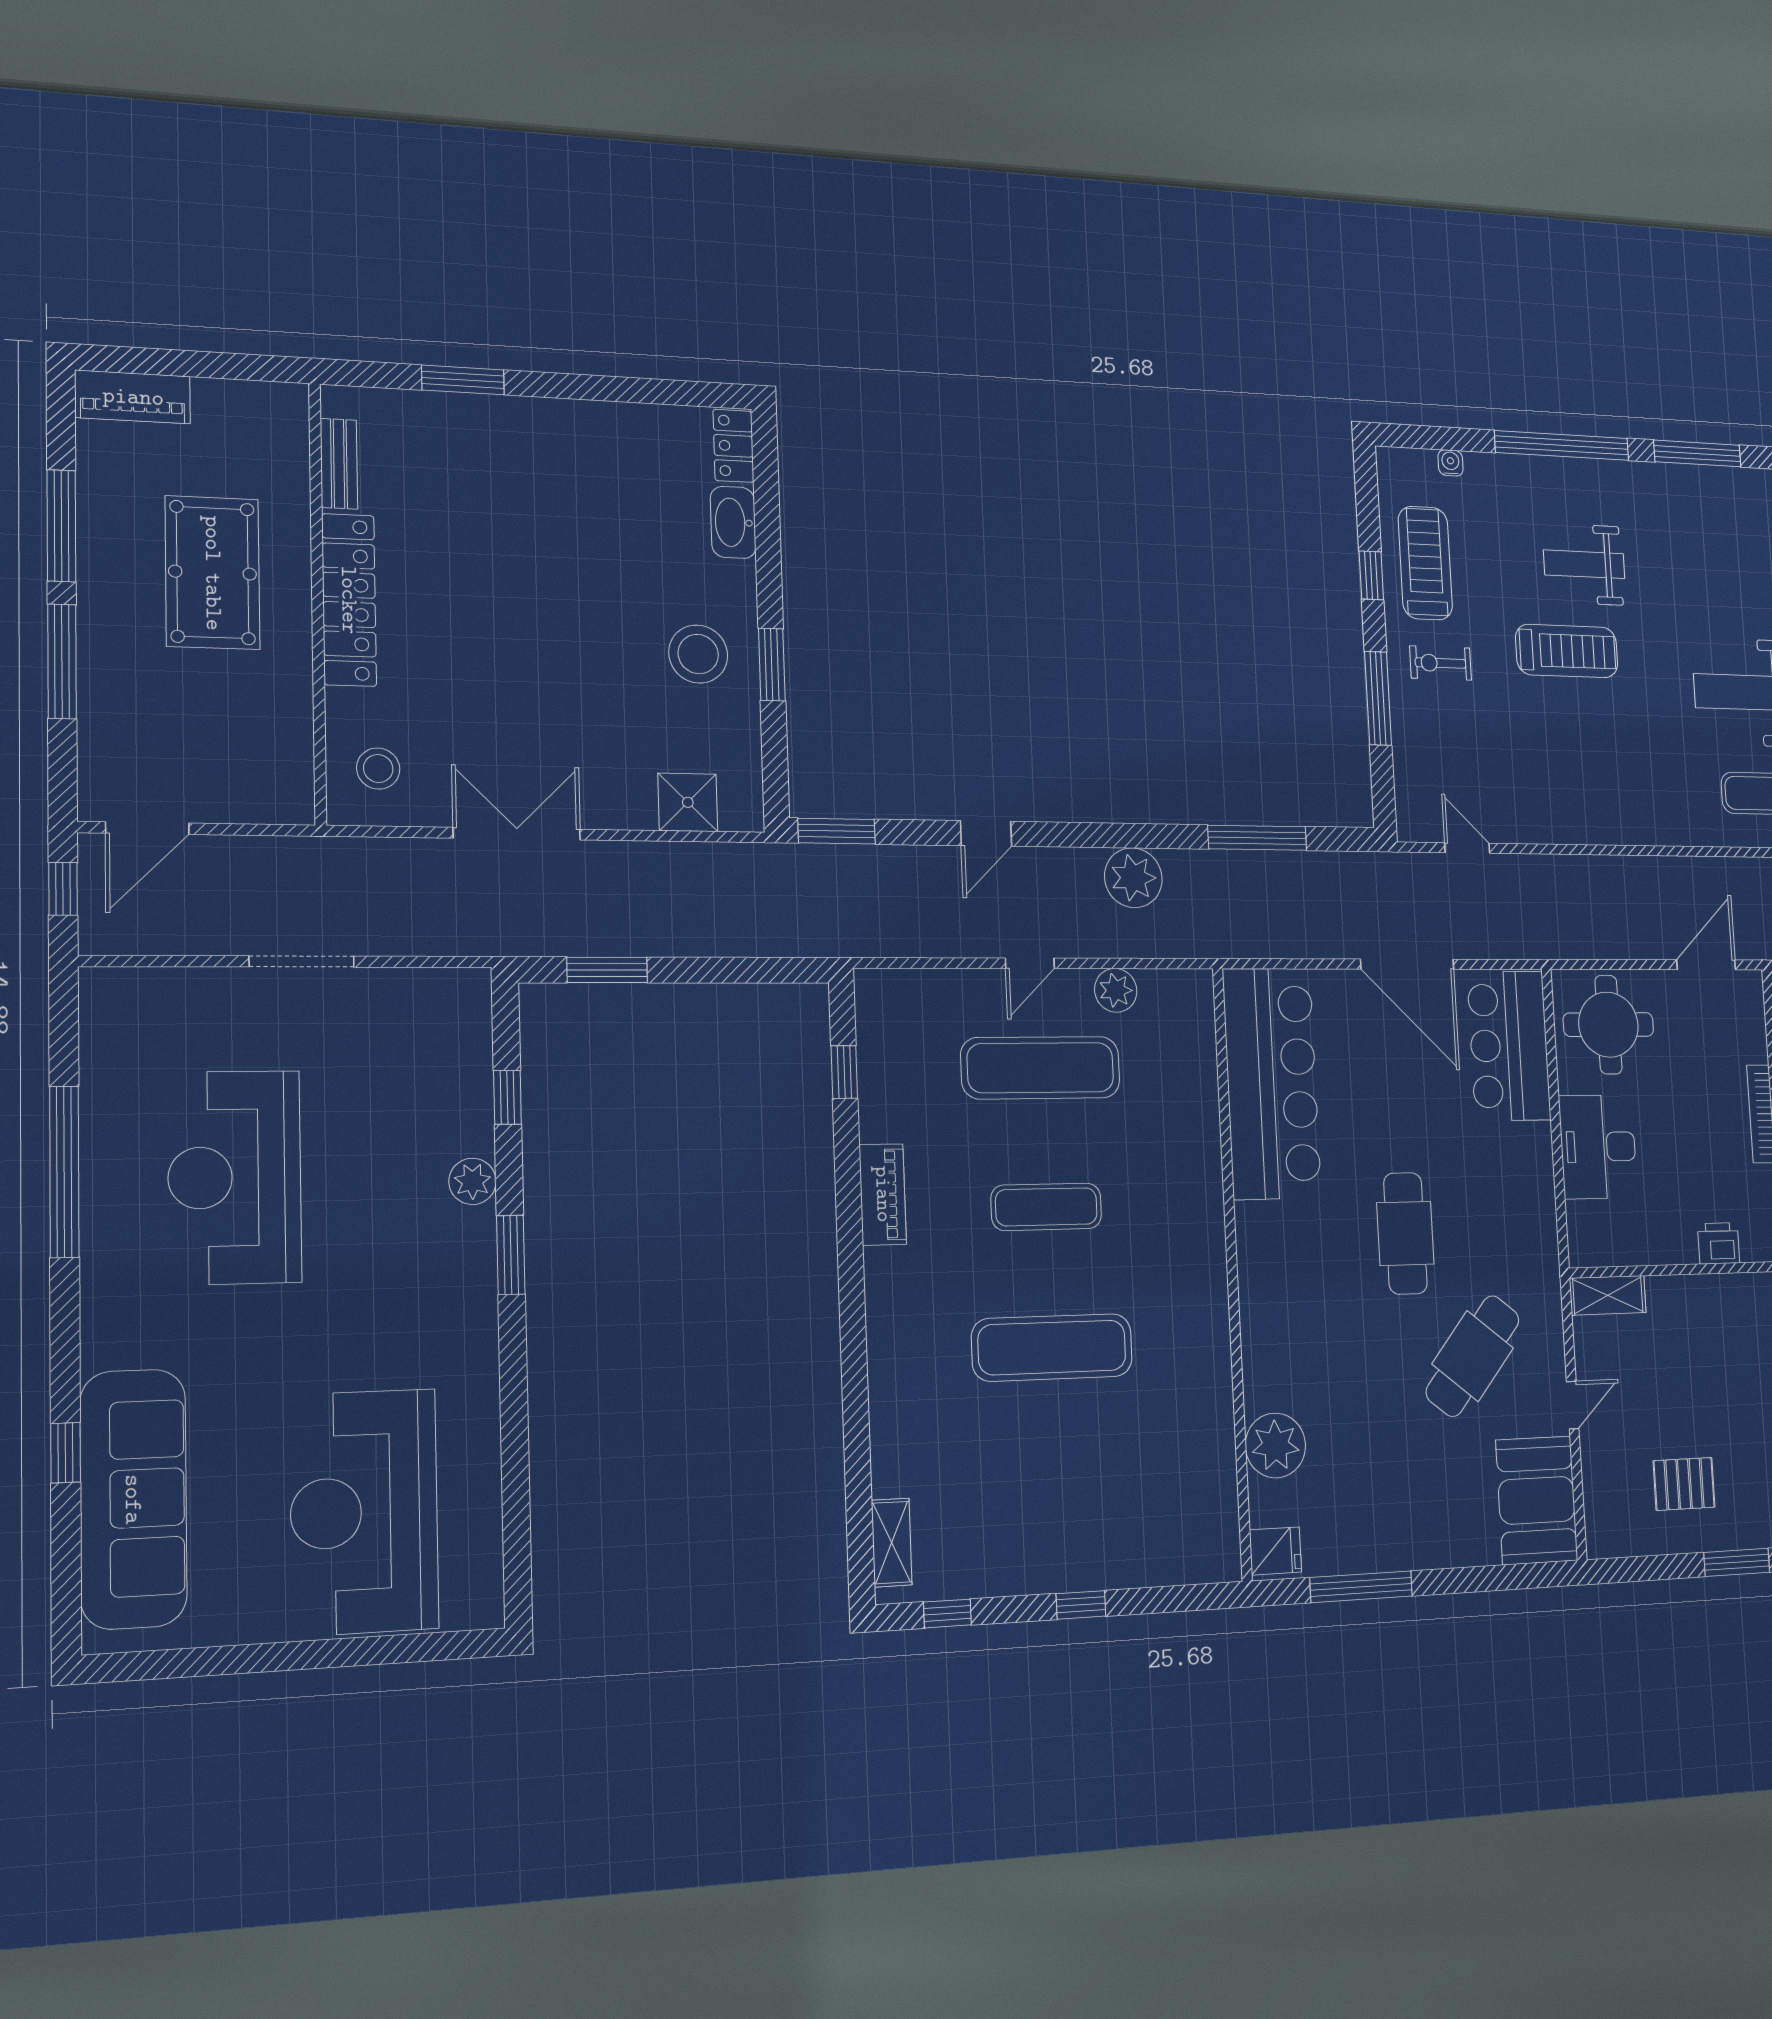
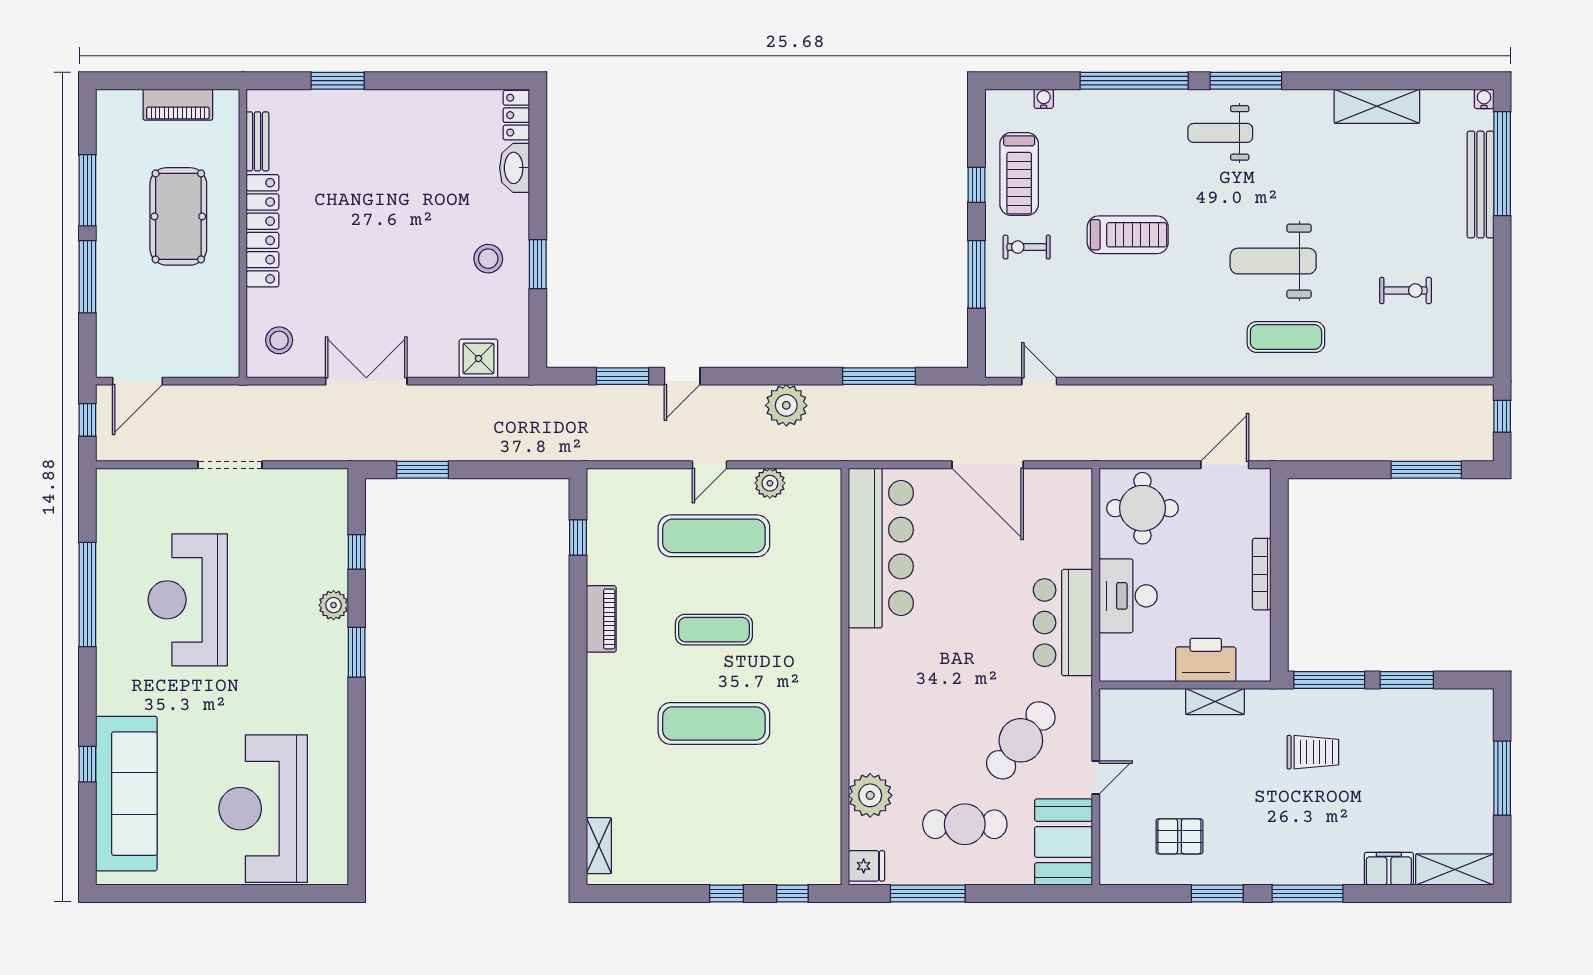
piano: (133, 397) -> (178, 105), moved
treadmill: (1425, 563) -> (1019, 174), turned 180
weight bench: (1584, 564) -> (1220, 133), moved
stool: (698, 654) -> (488, 259), width x0.73, depth x0.73
window: (837, 831) -> (623, 376), moved
bar counter: (1509, 1046) -> (1063, 623), moved
cafe table: (1405, 1233) -> (965, 824), moved, turned 90
printer: (1719, 1243) -> (1206, 660), width x1.87, depth x1.48
shelving: (1608, 1295) -> (1215, 701), moved
window: (947, 1614) -> (792, 893), moved

